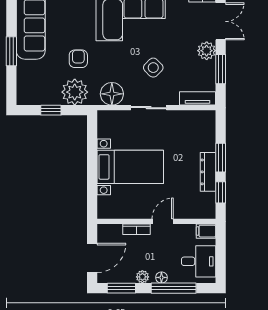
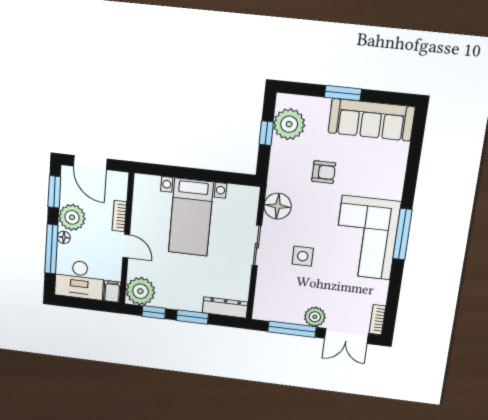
side table: (153, 68) -> (303, 256), turned 45
window: (221, 69) -> (292, 329), width x1.44
plant: (75, 92) -> (289, 124), moved
tv unit: (198, 98) -> (262, 301), removed
dresser: (208, 172) -> (225, 307), moved
plant: (203, 206) -> (140, 291), added
desk: (199, 261) -> (79, 280), width x1.37
plant: (142, 277) -> (72, 217), width x1.87, depth x1.87

